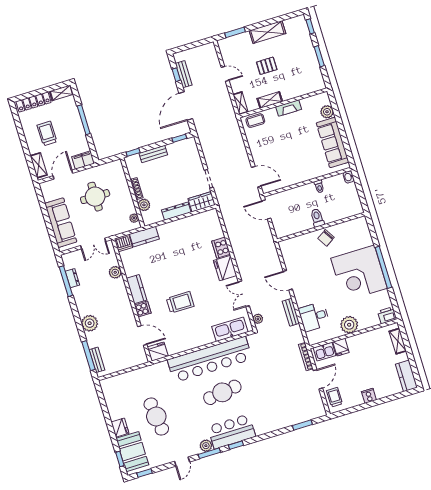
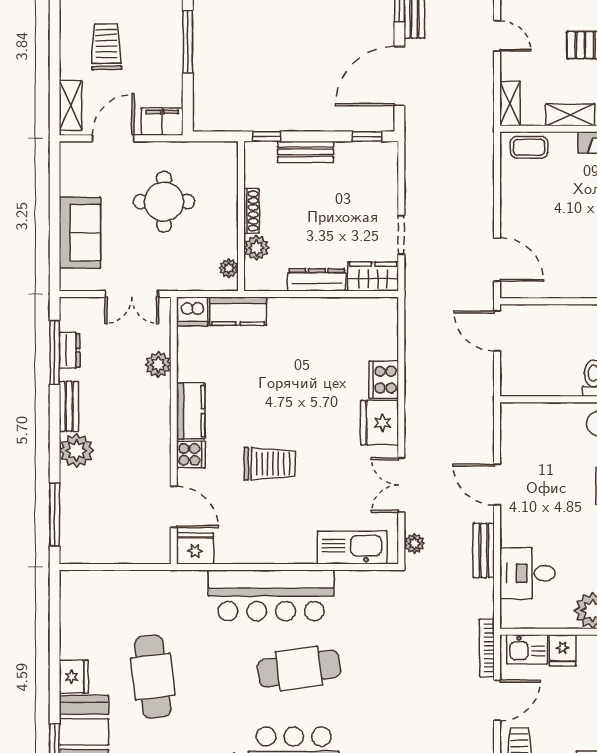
sofa: (61, 223) -> (80, 233), width x0.73
bar counter: (210, 359) -> (271, 595), width x0.73
bench: (97, 360) -> (69, 406), moved

